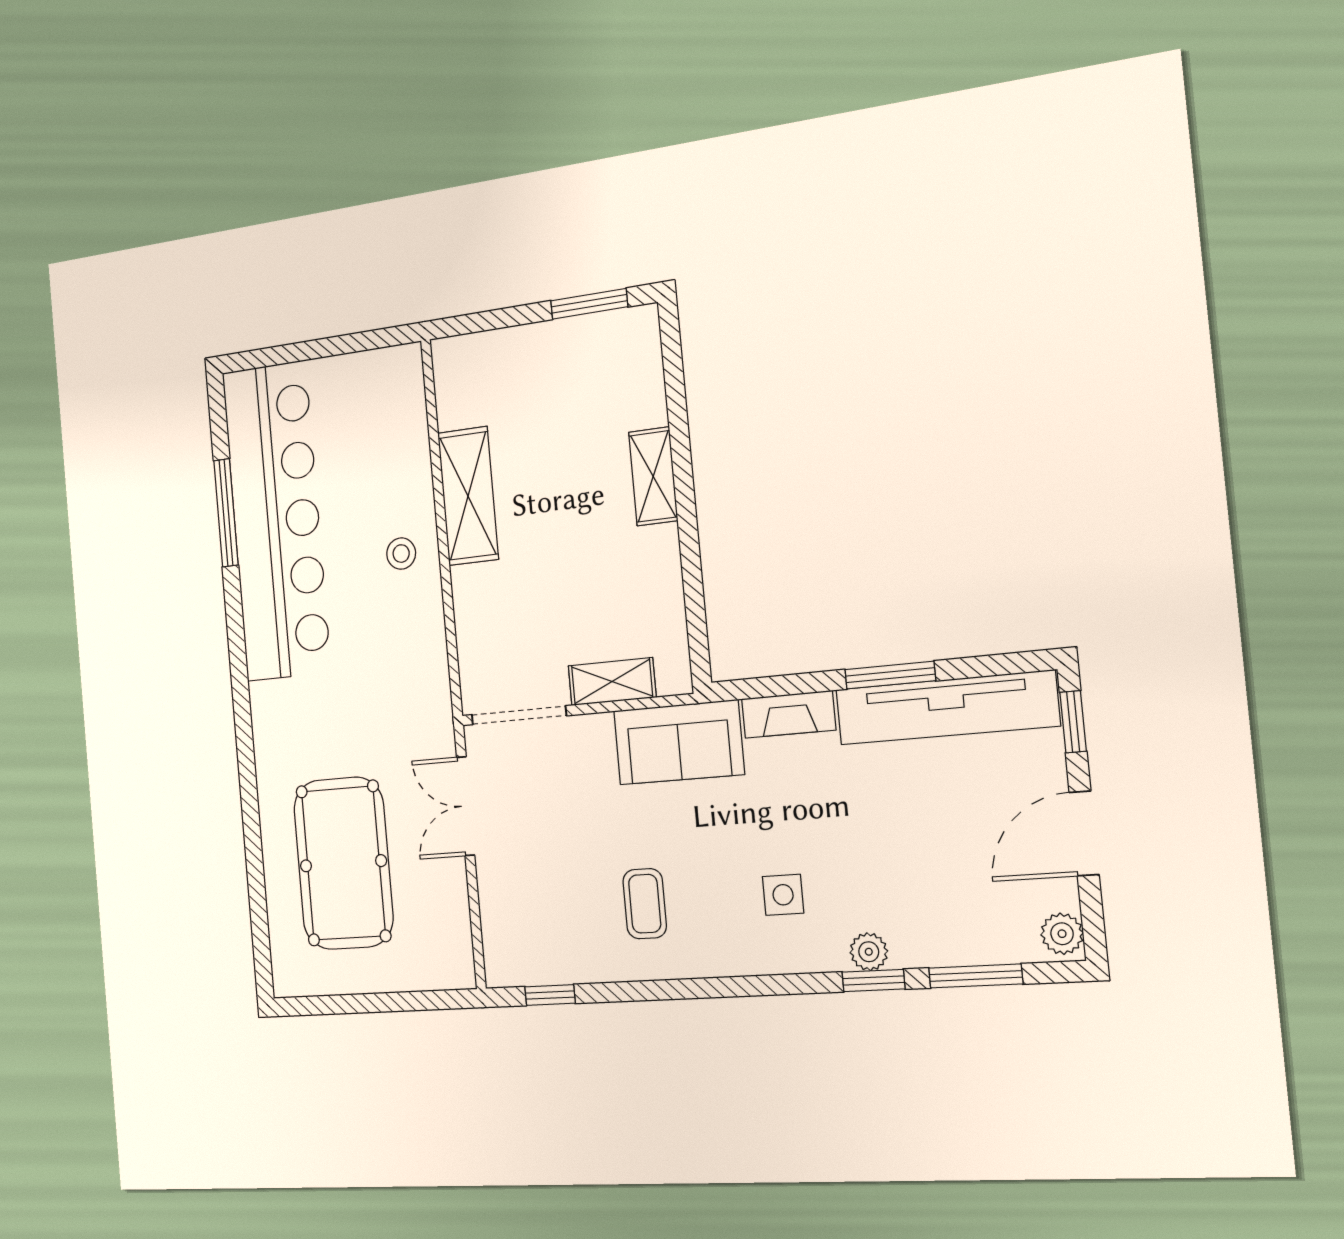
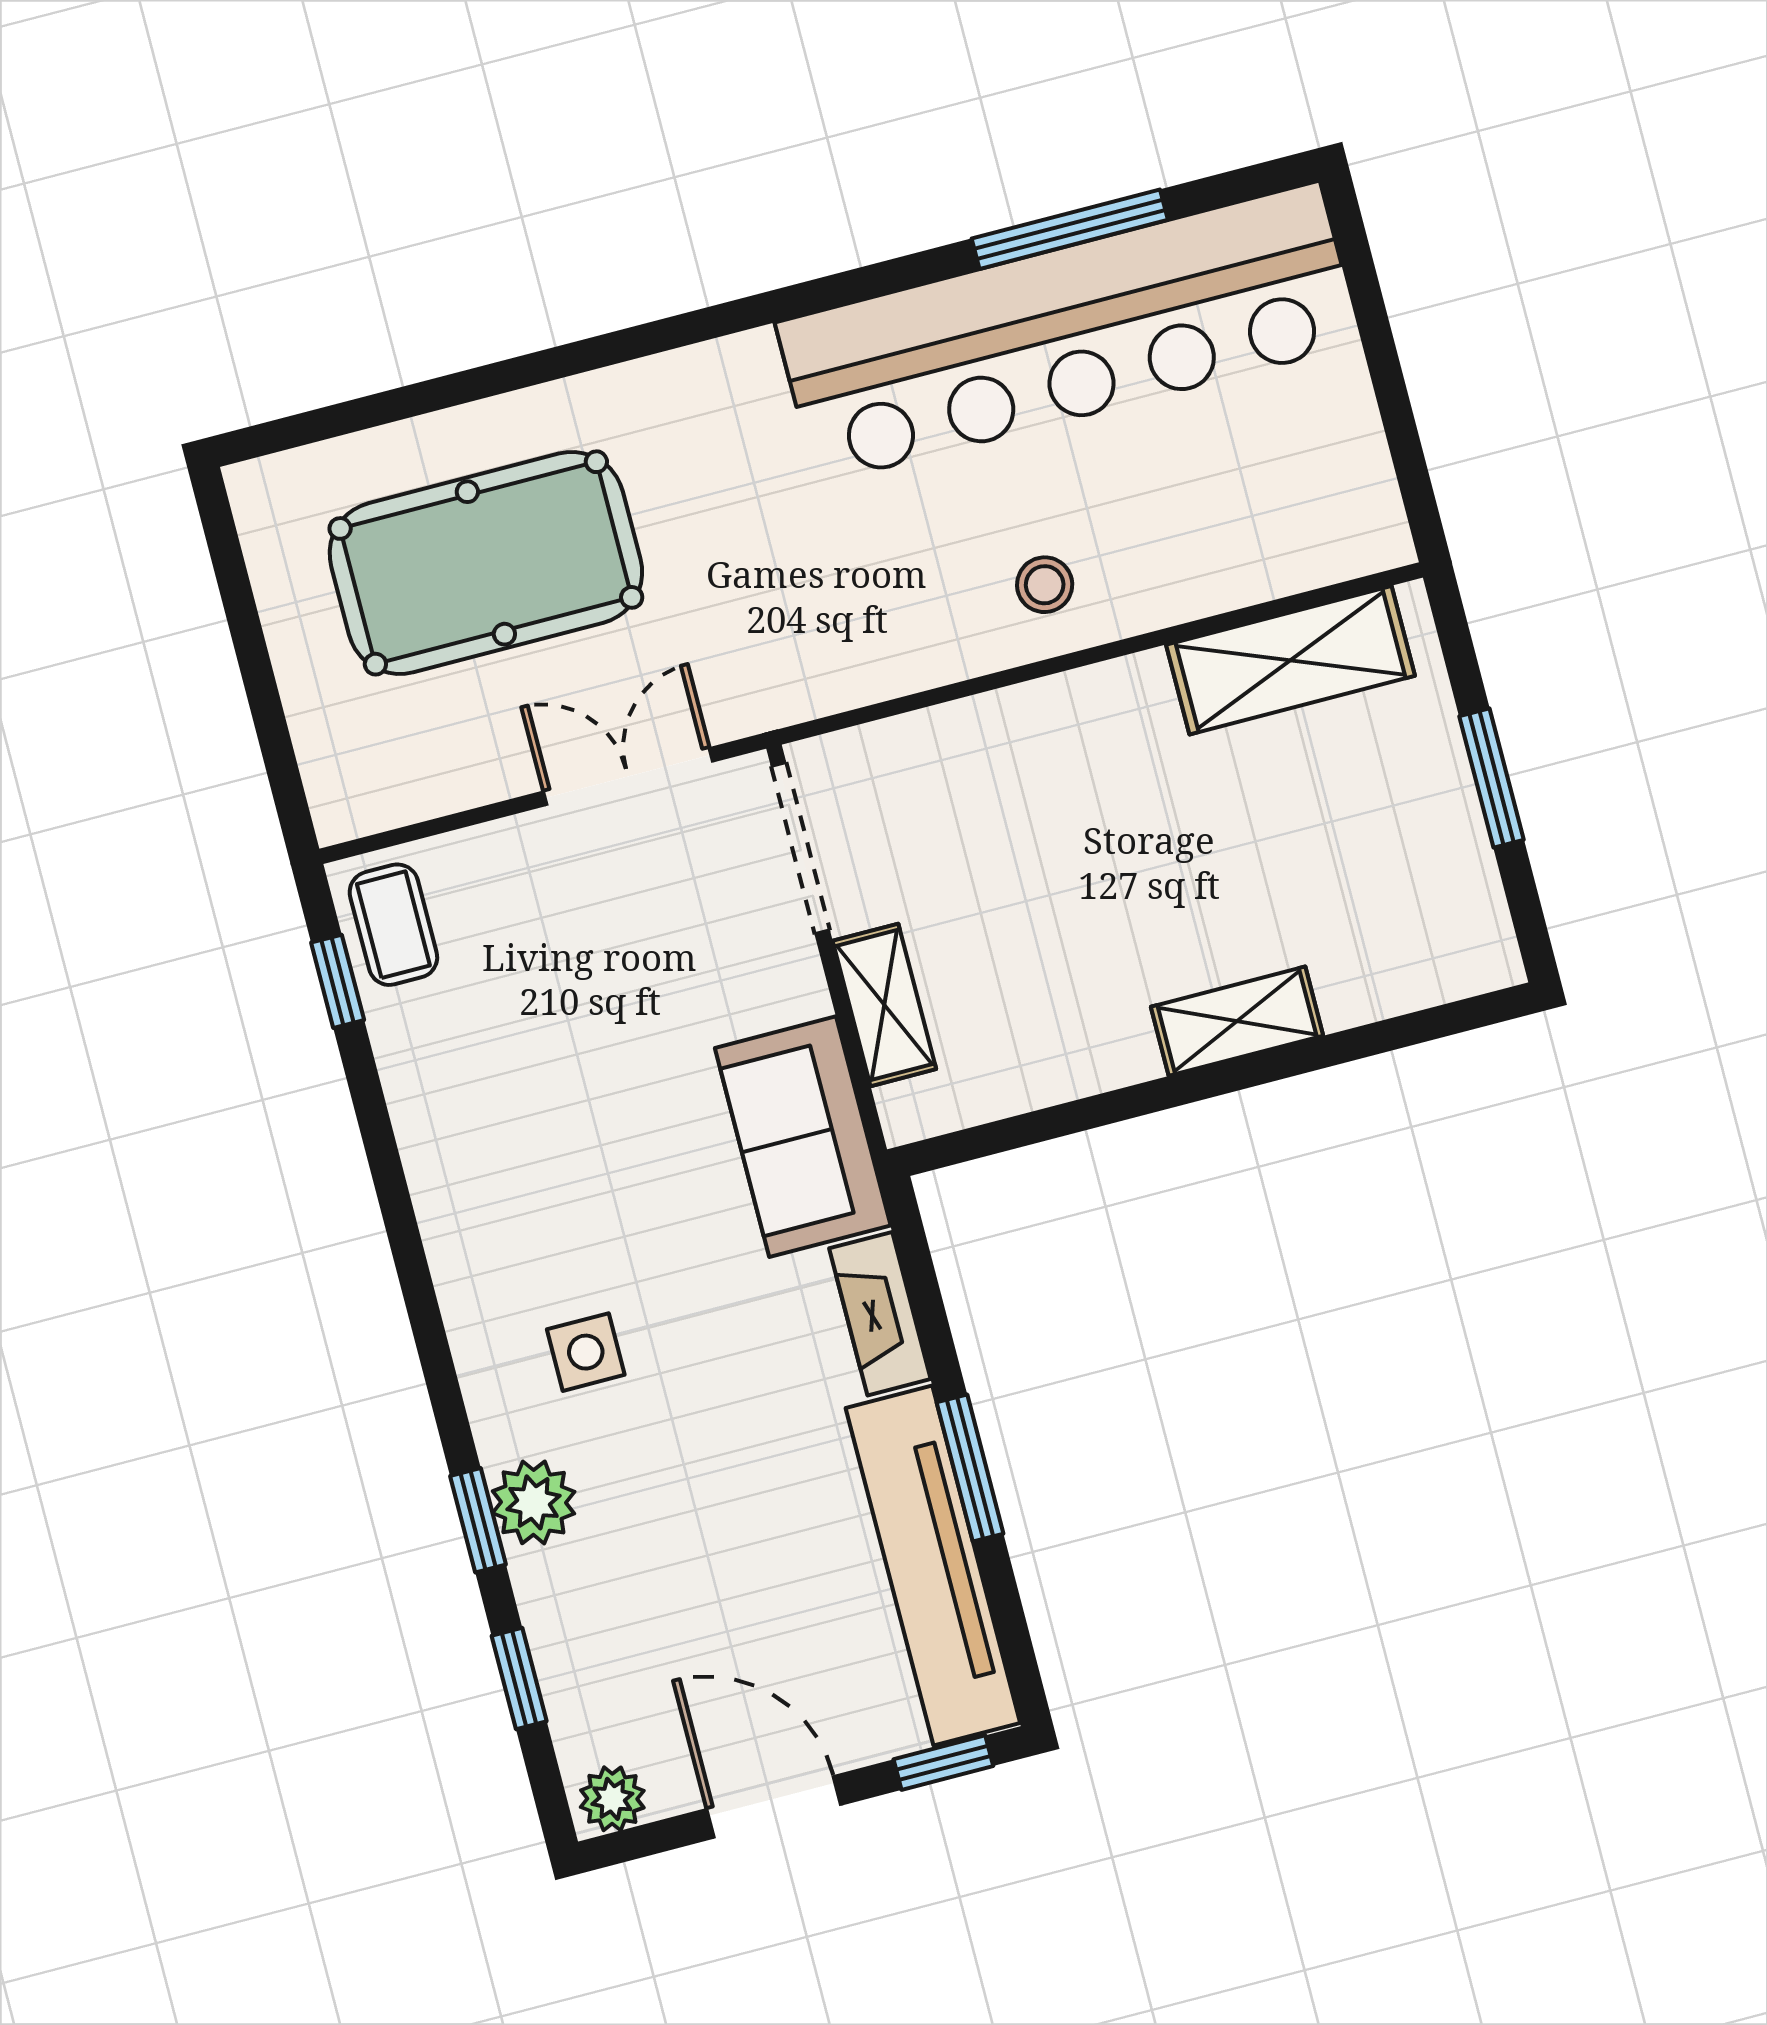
window: (589, 304) -> (1492, 778), moved
shelving: (468, 496) -> (1290, 660), moved
coffee table: (645, 904) -> (393, 925), moved, turned 90
plant: (869, 952) -> (534, 1502), width x1.38, depth x1.38
window: (976, 976) -> (519, 1678), width x0.67

